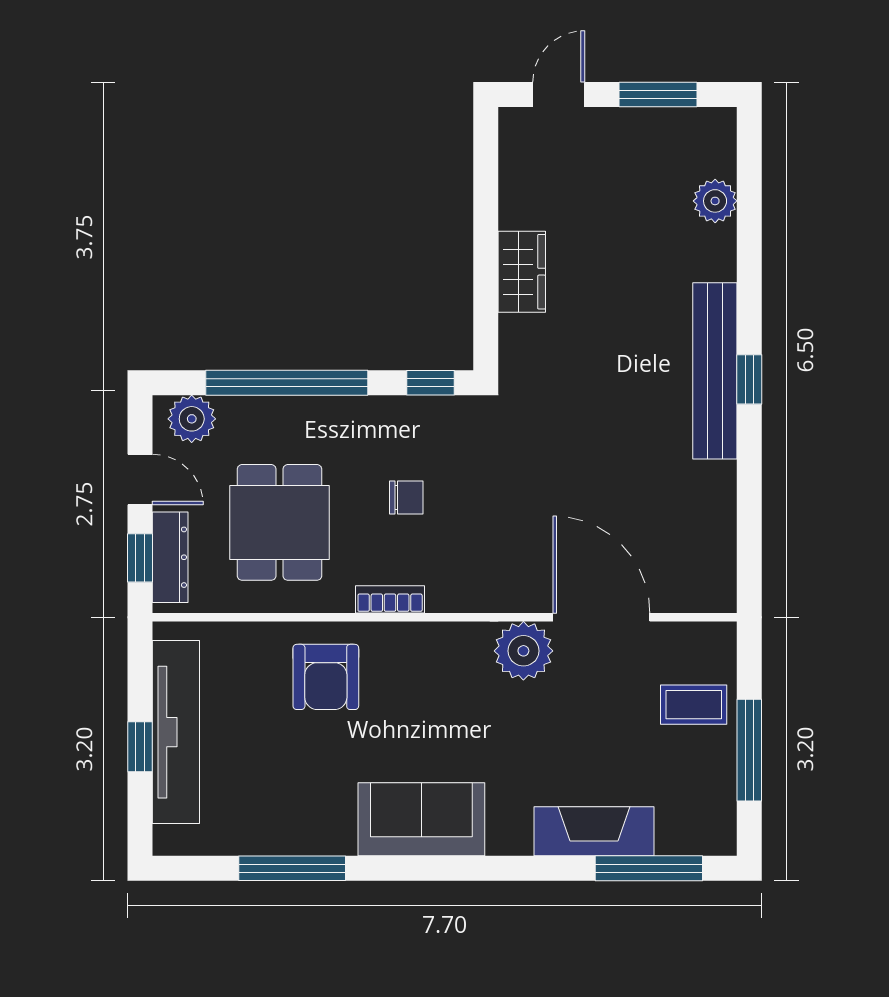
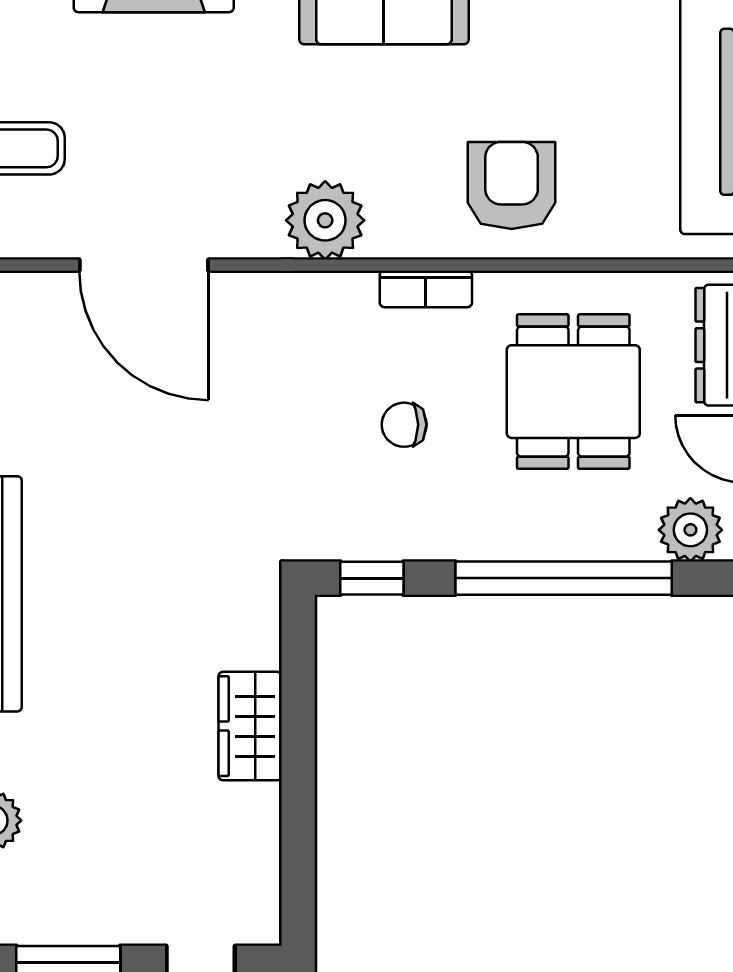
plant: (523, 651) -> (325, 220), moved

